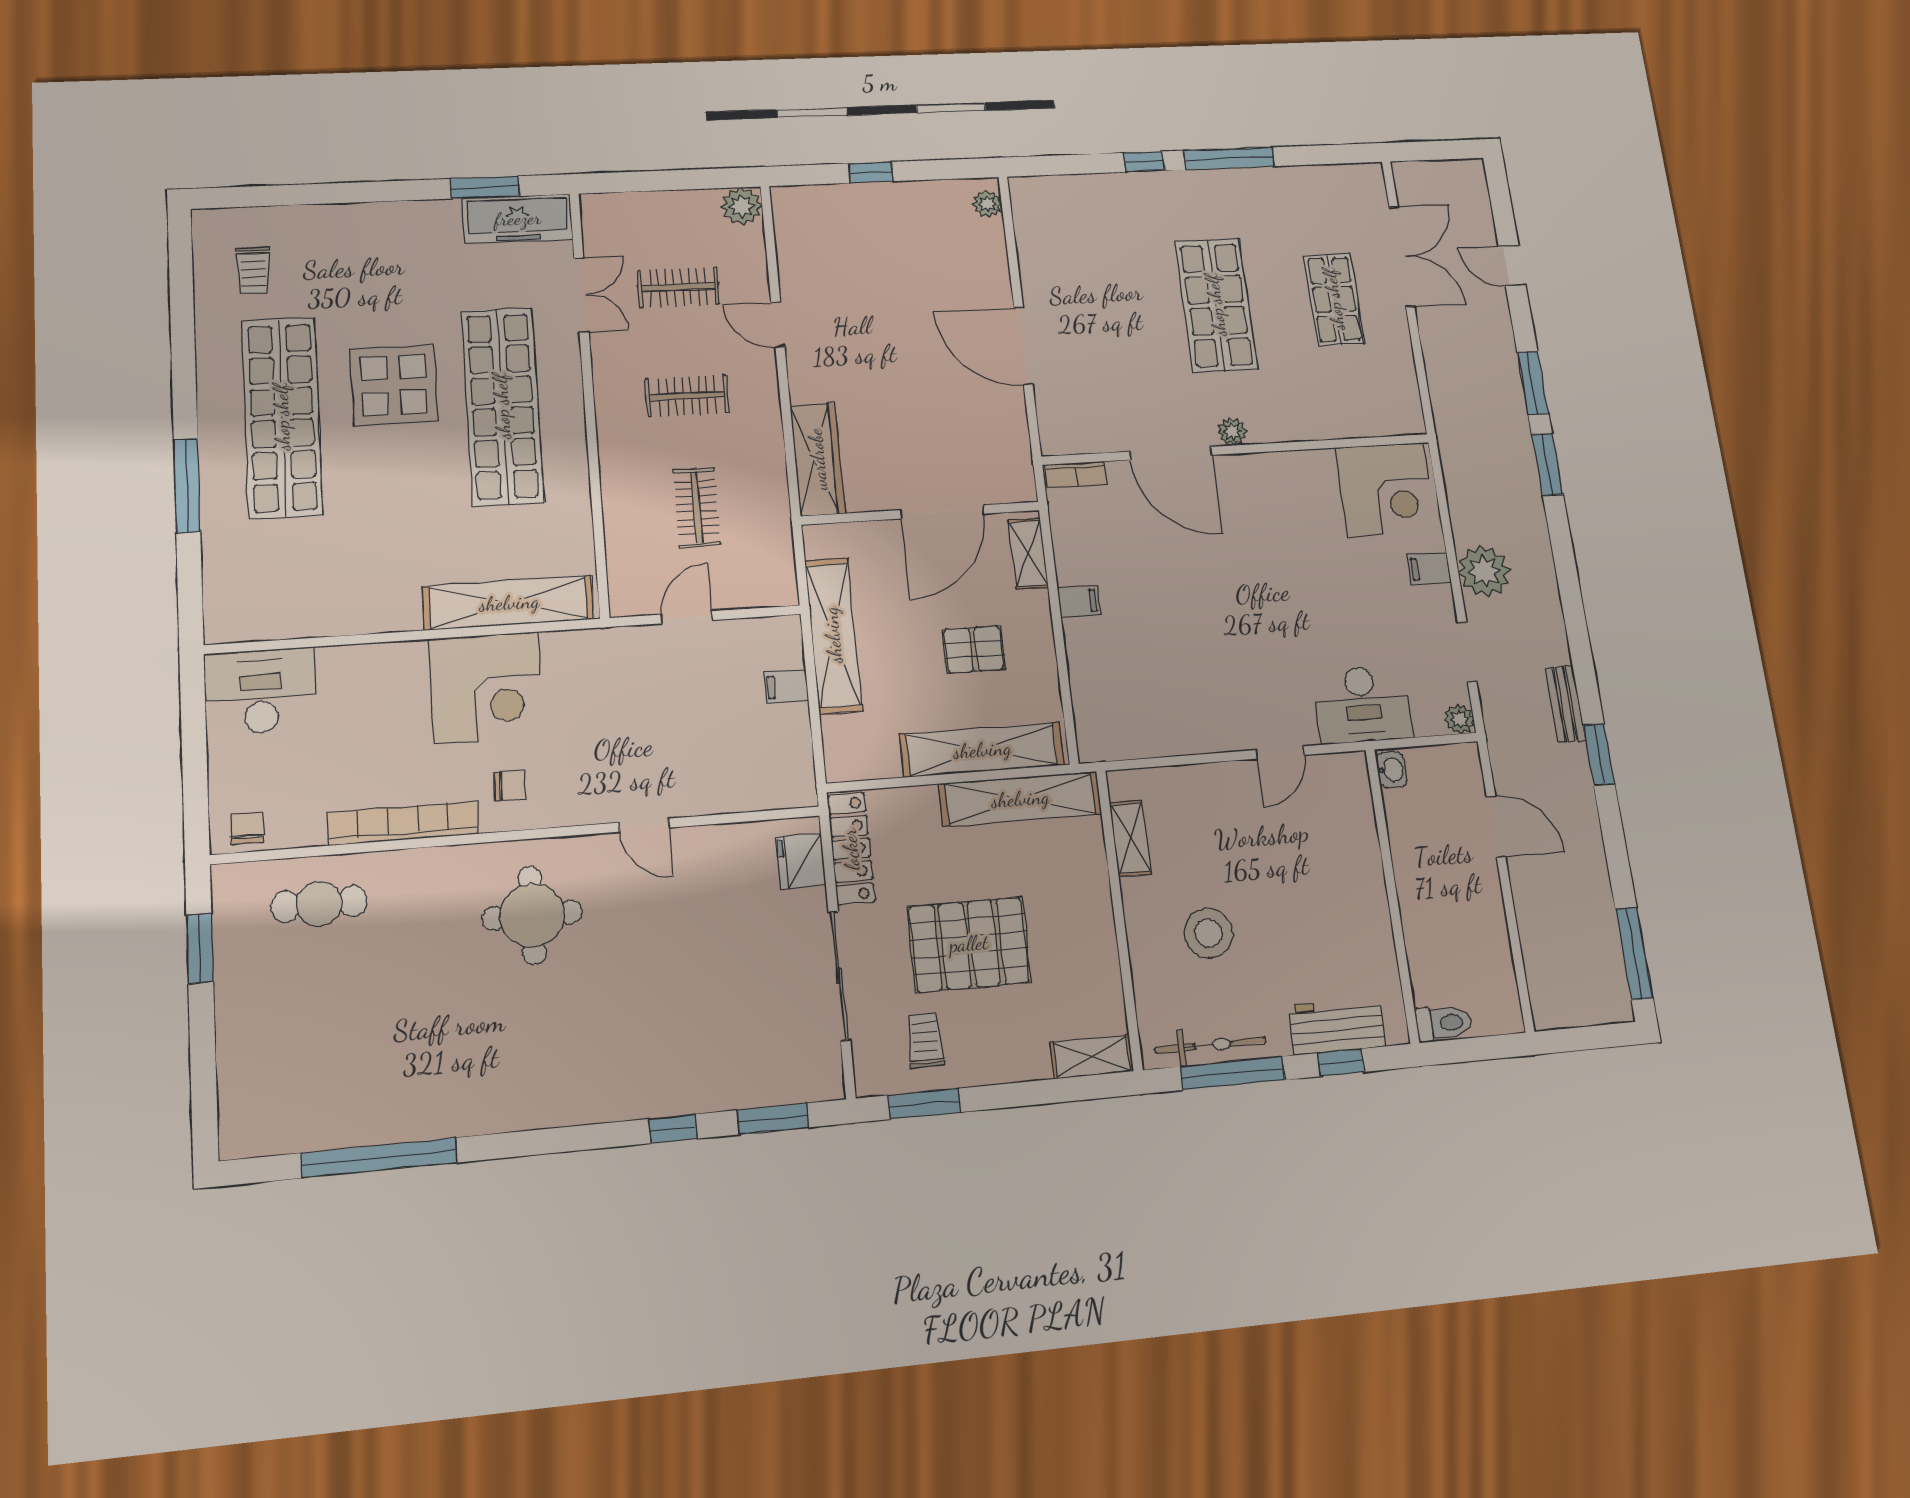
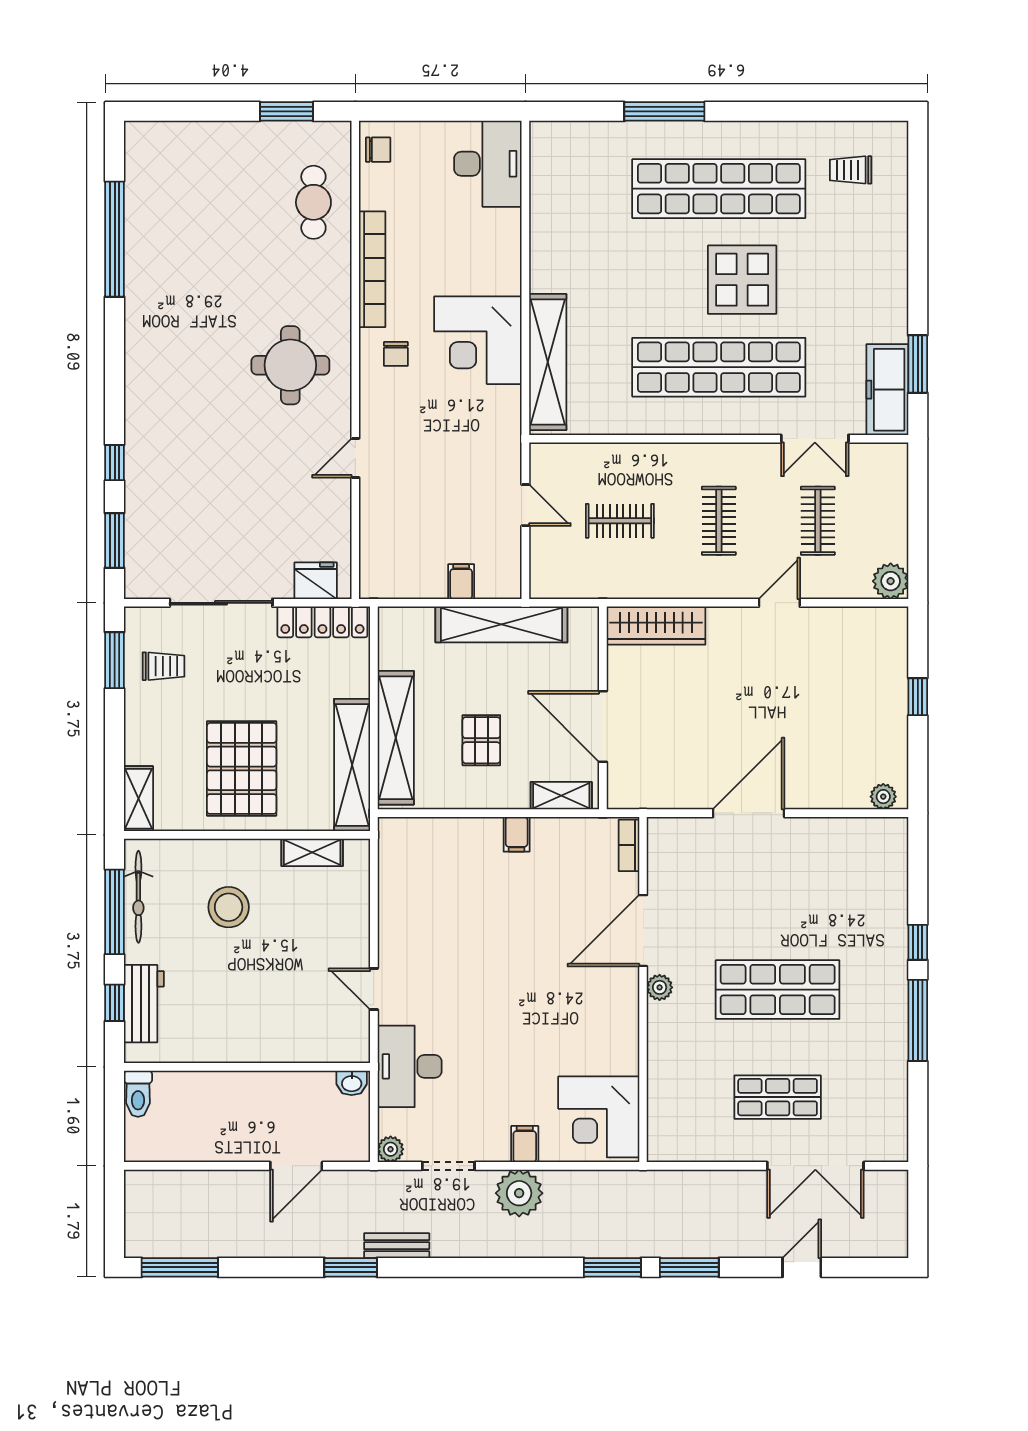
pallet: (969, 944) -> (242, 768), moved

